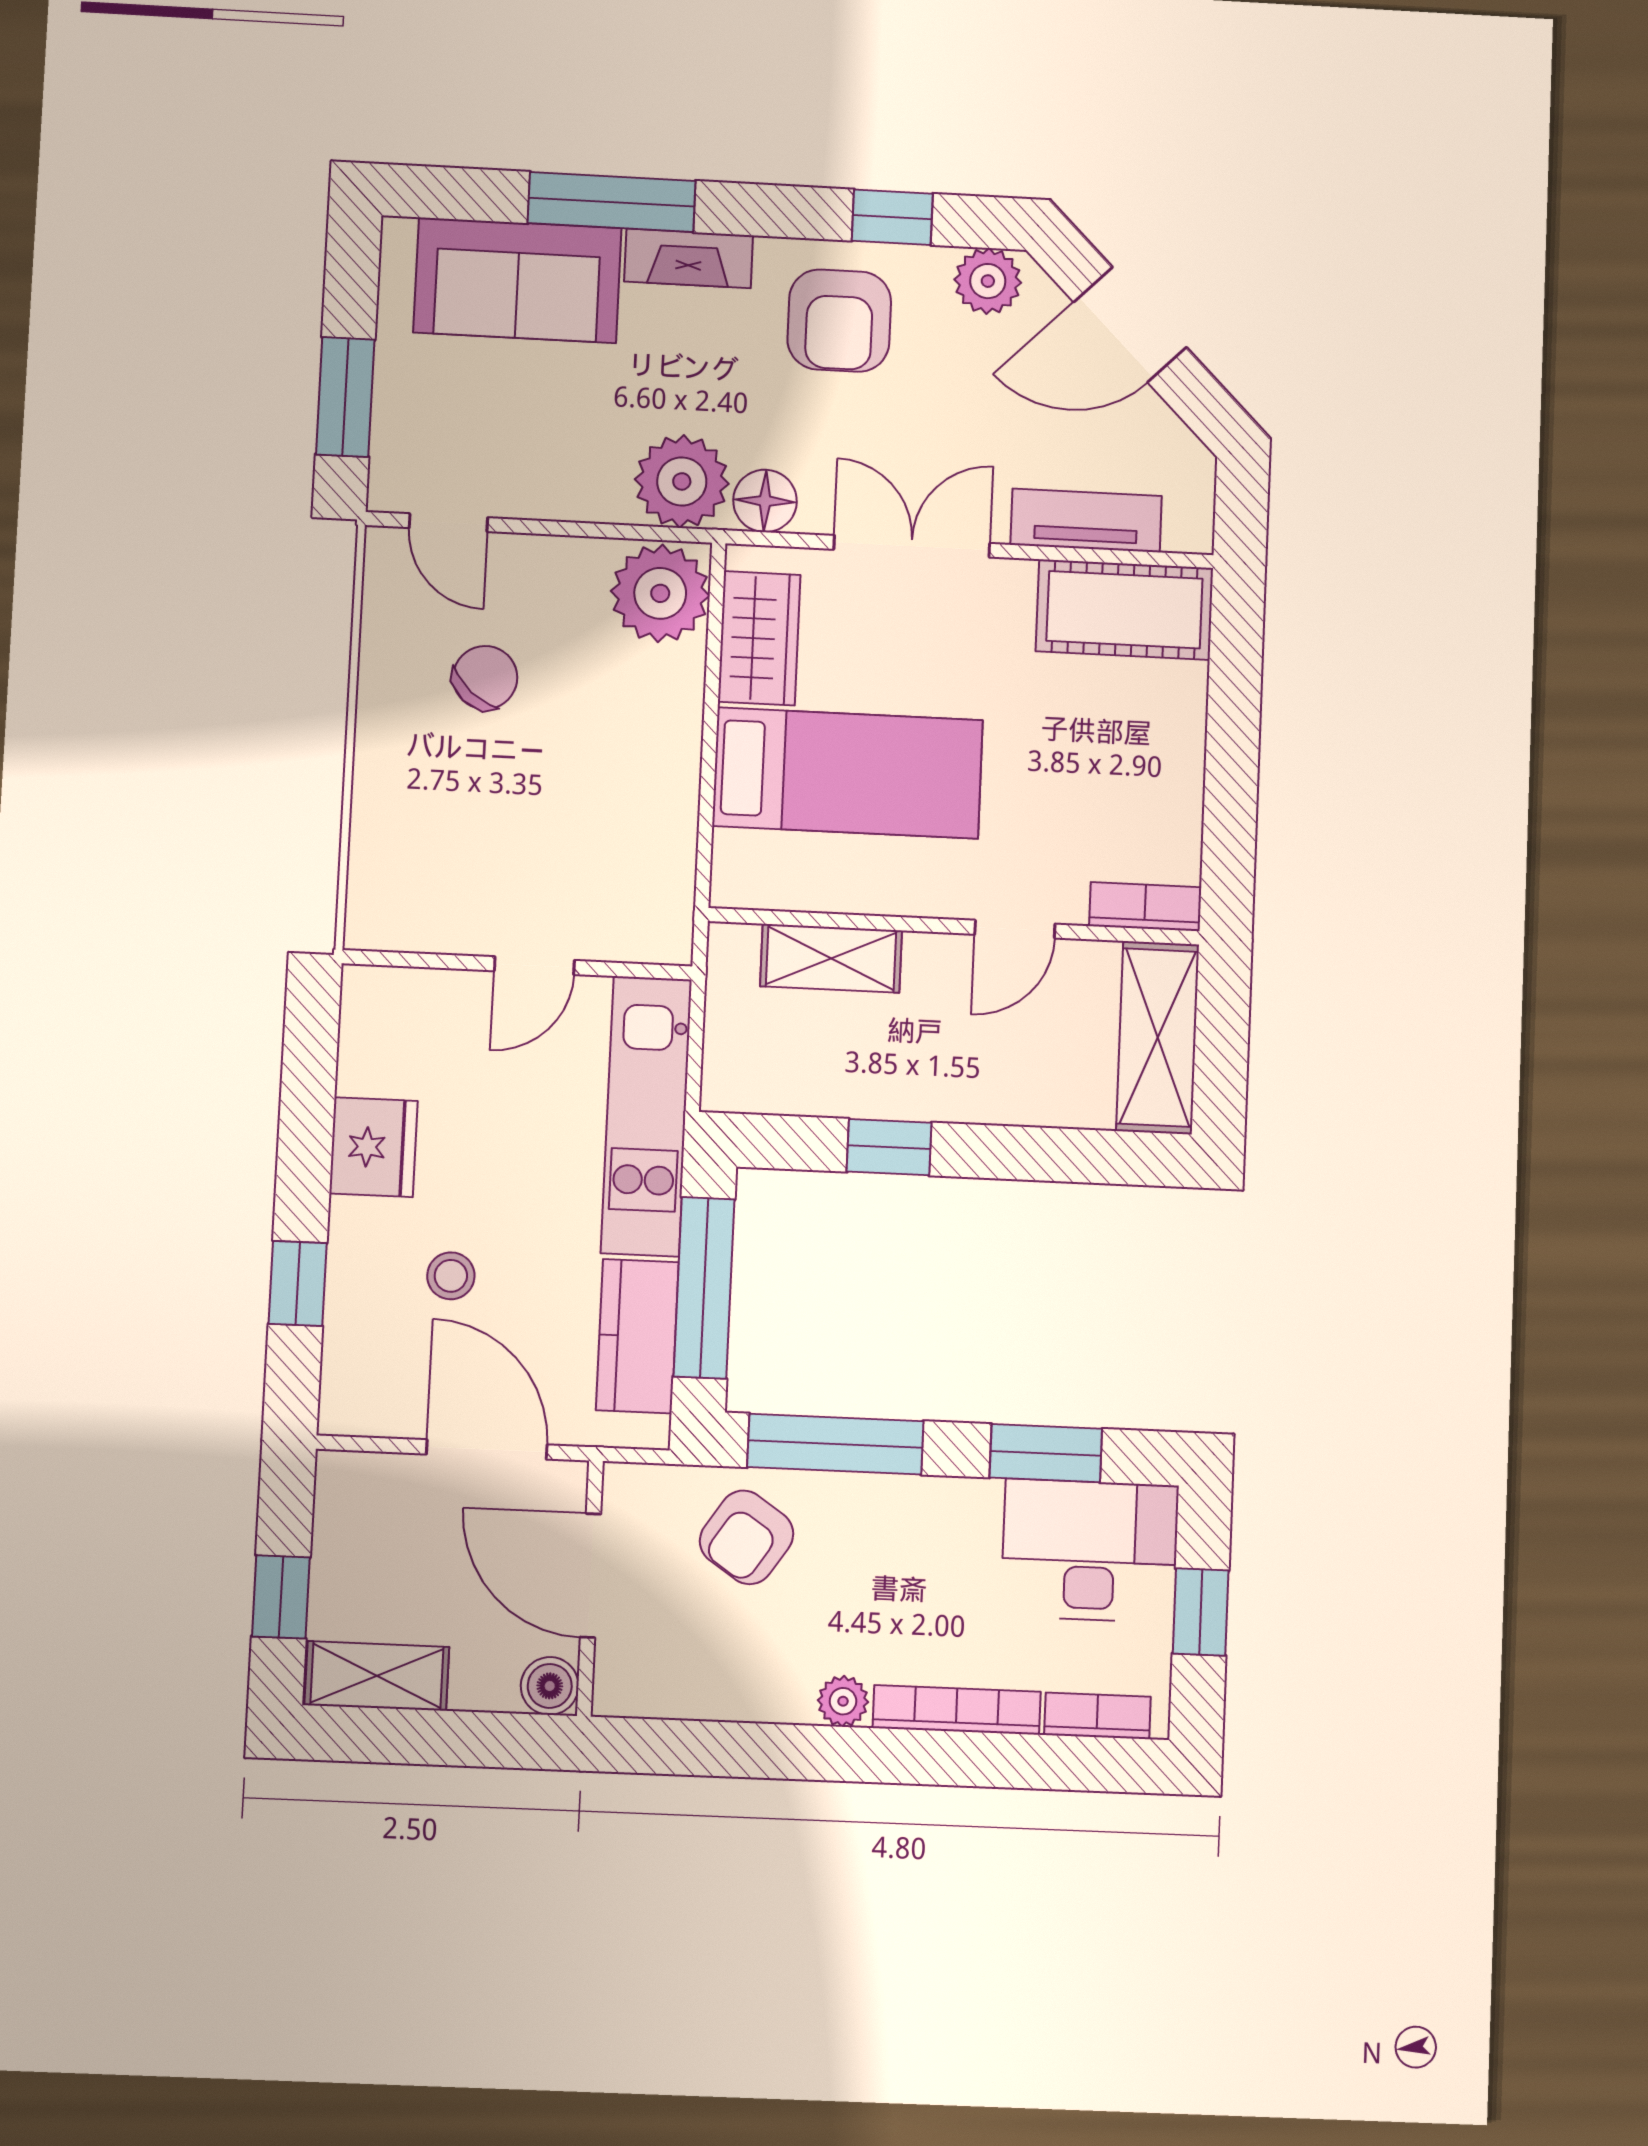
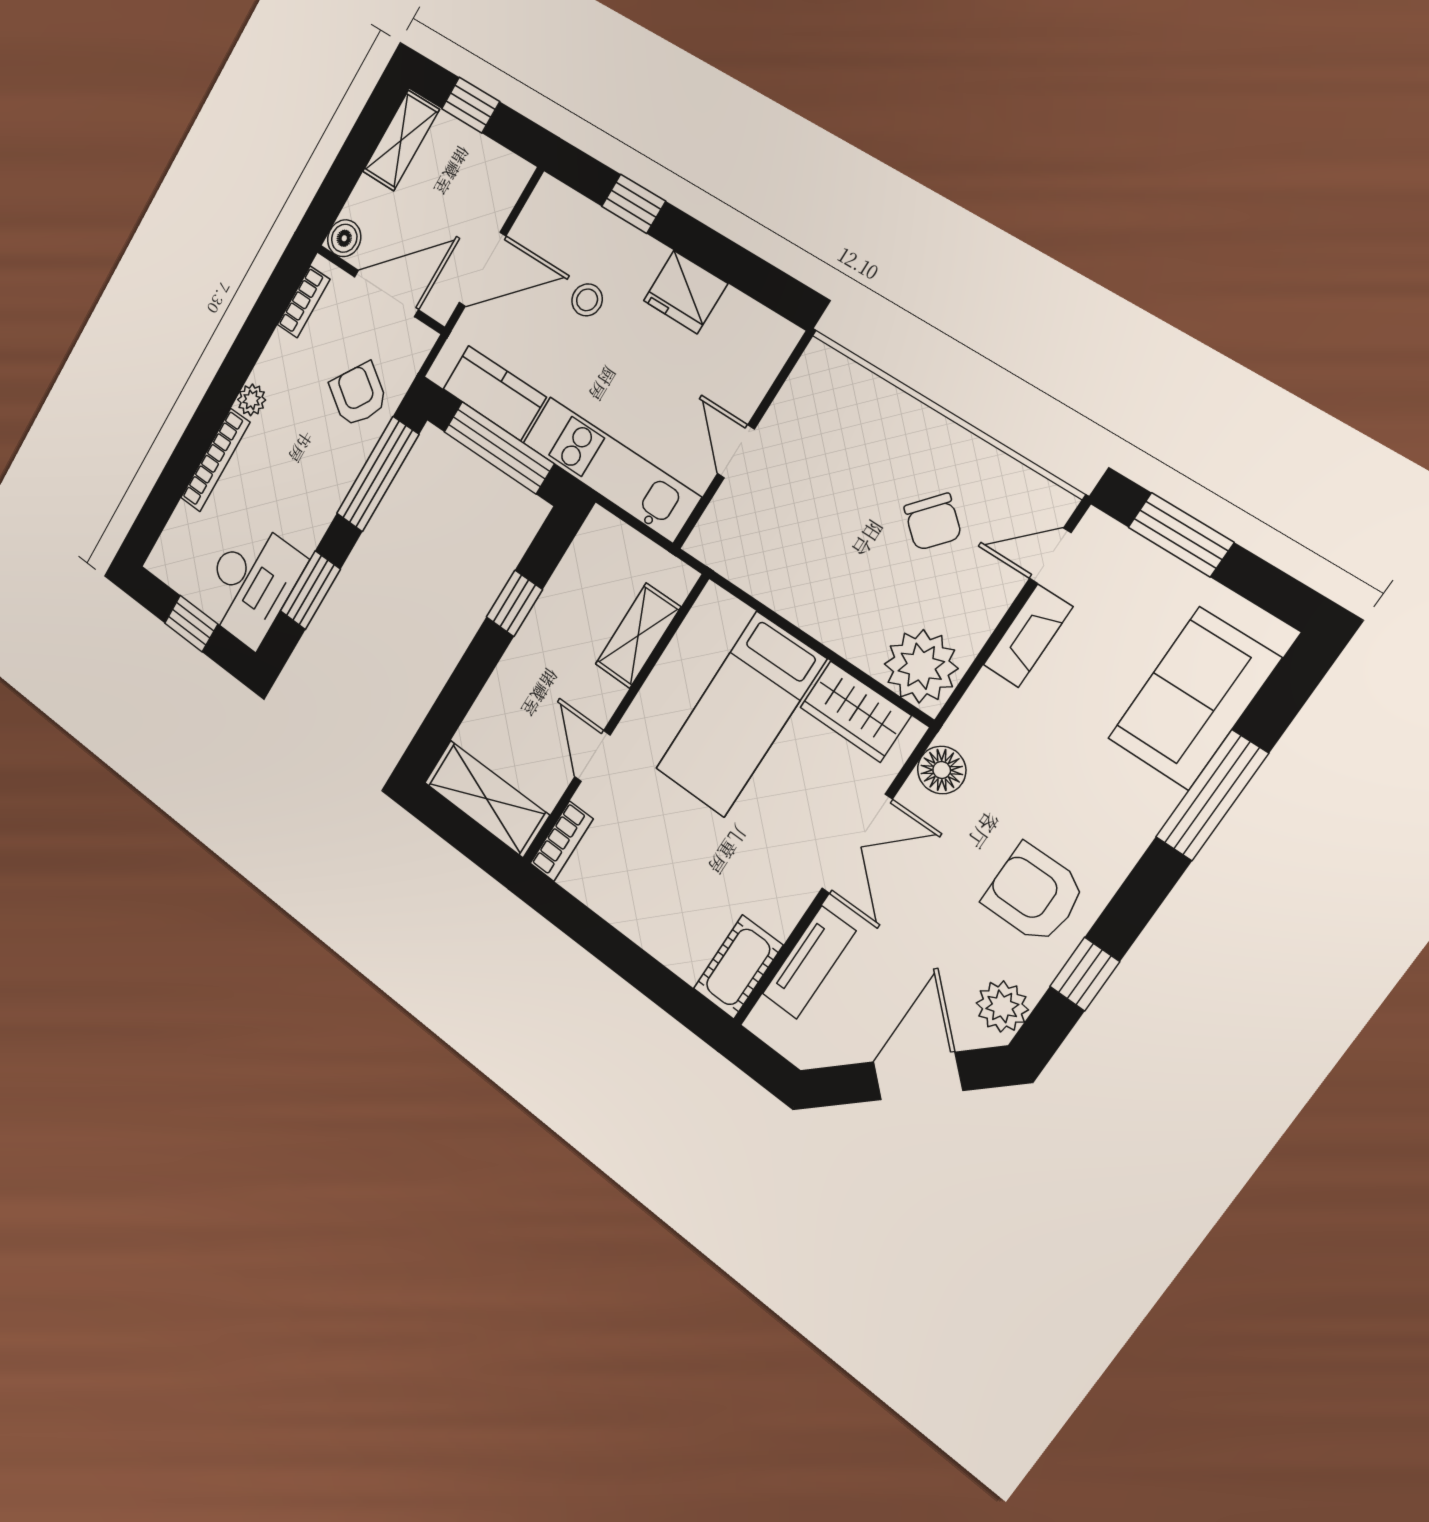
fireplace: (689, 258) -> (1028, 636), moved, turned 180
plant: (682, 481) -> (987, 724), removed
cot: (1124, 610) -> (738, 967), width x0.73, depth x0.75
bookcase: (1097, 1716) -> (304, 302), moved

